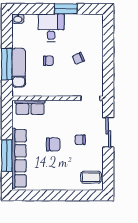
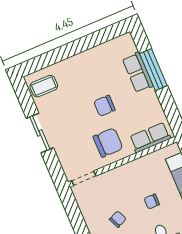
sliding door: (108, 132) -> (40, 133), moved
chair: (80, 140) -> (108, 143), moved, width x1.87, depth x1.87
row of seats: (19, 158) -> (138, 72), width x0.50

